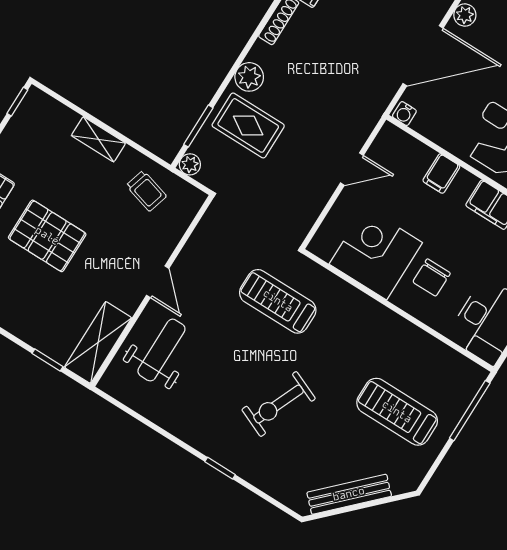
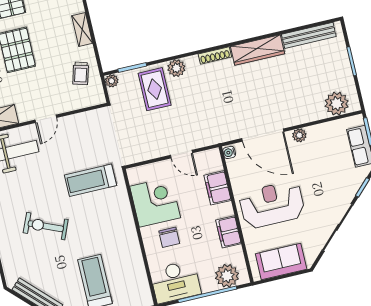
filing cabinet: (441, 174) -> (217, 188), width x2.00
chair: (432, 278) -> (169, 237), turned -90
treadmill: (278, 301) -> (90, 180), turned -90

